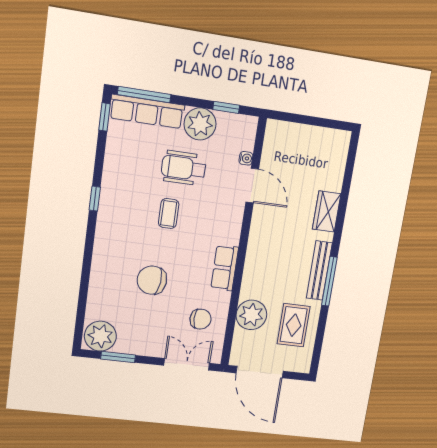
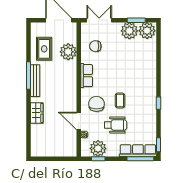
plant: (200, 124) -> (98, 148), moved
chair: (152, 280) -> (96, 104), moved, turned -96
plant: (134, 340) -> (129, 31), added
double door: (187, 364) -> (99, 20), swing flipped

